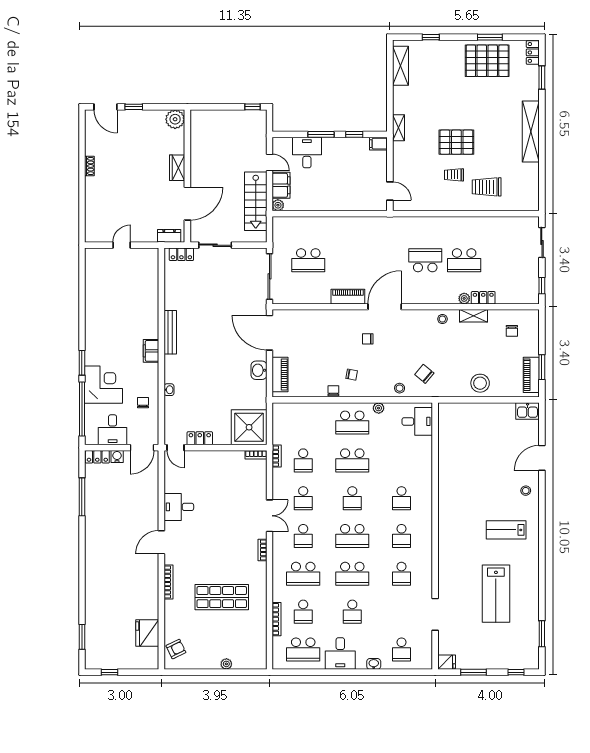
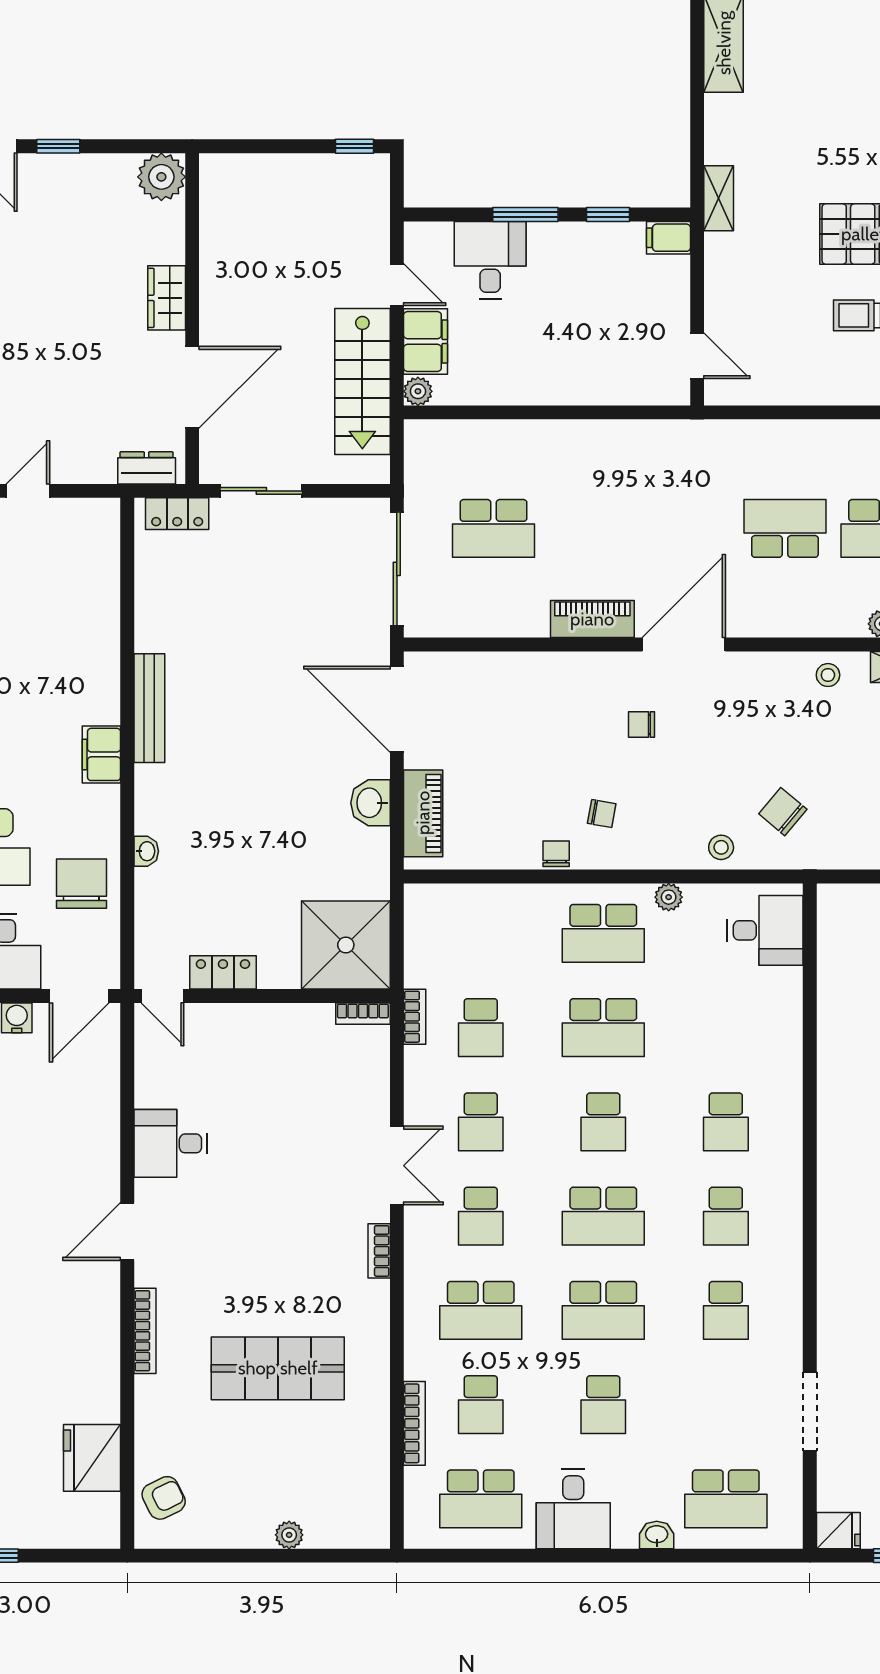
chair: (143, 403) -> (81, 884), width x1.87, depth x1.87
school desk: (401, 649) -> (726, 1499), width x1.85

